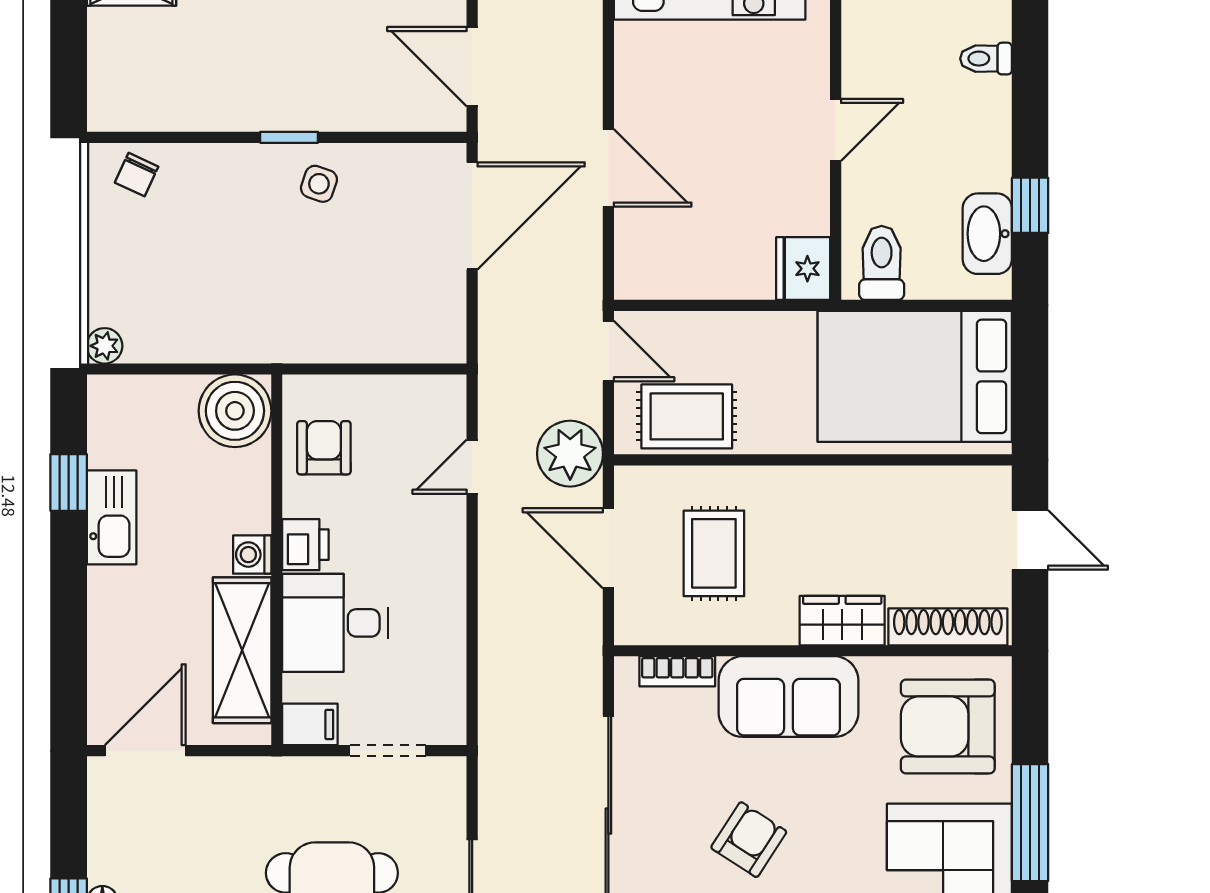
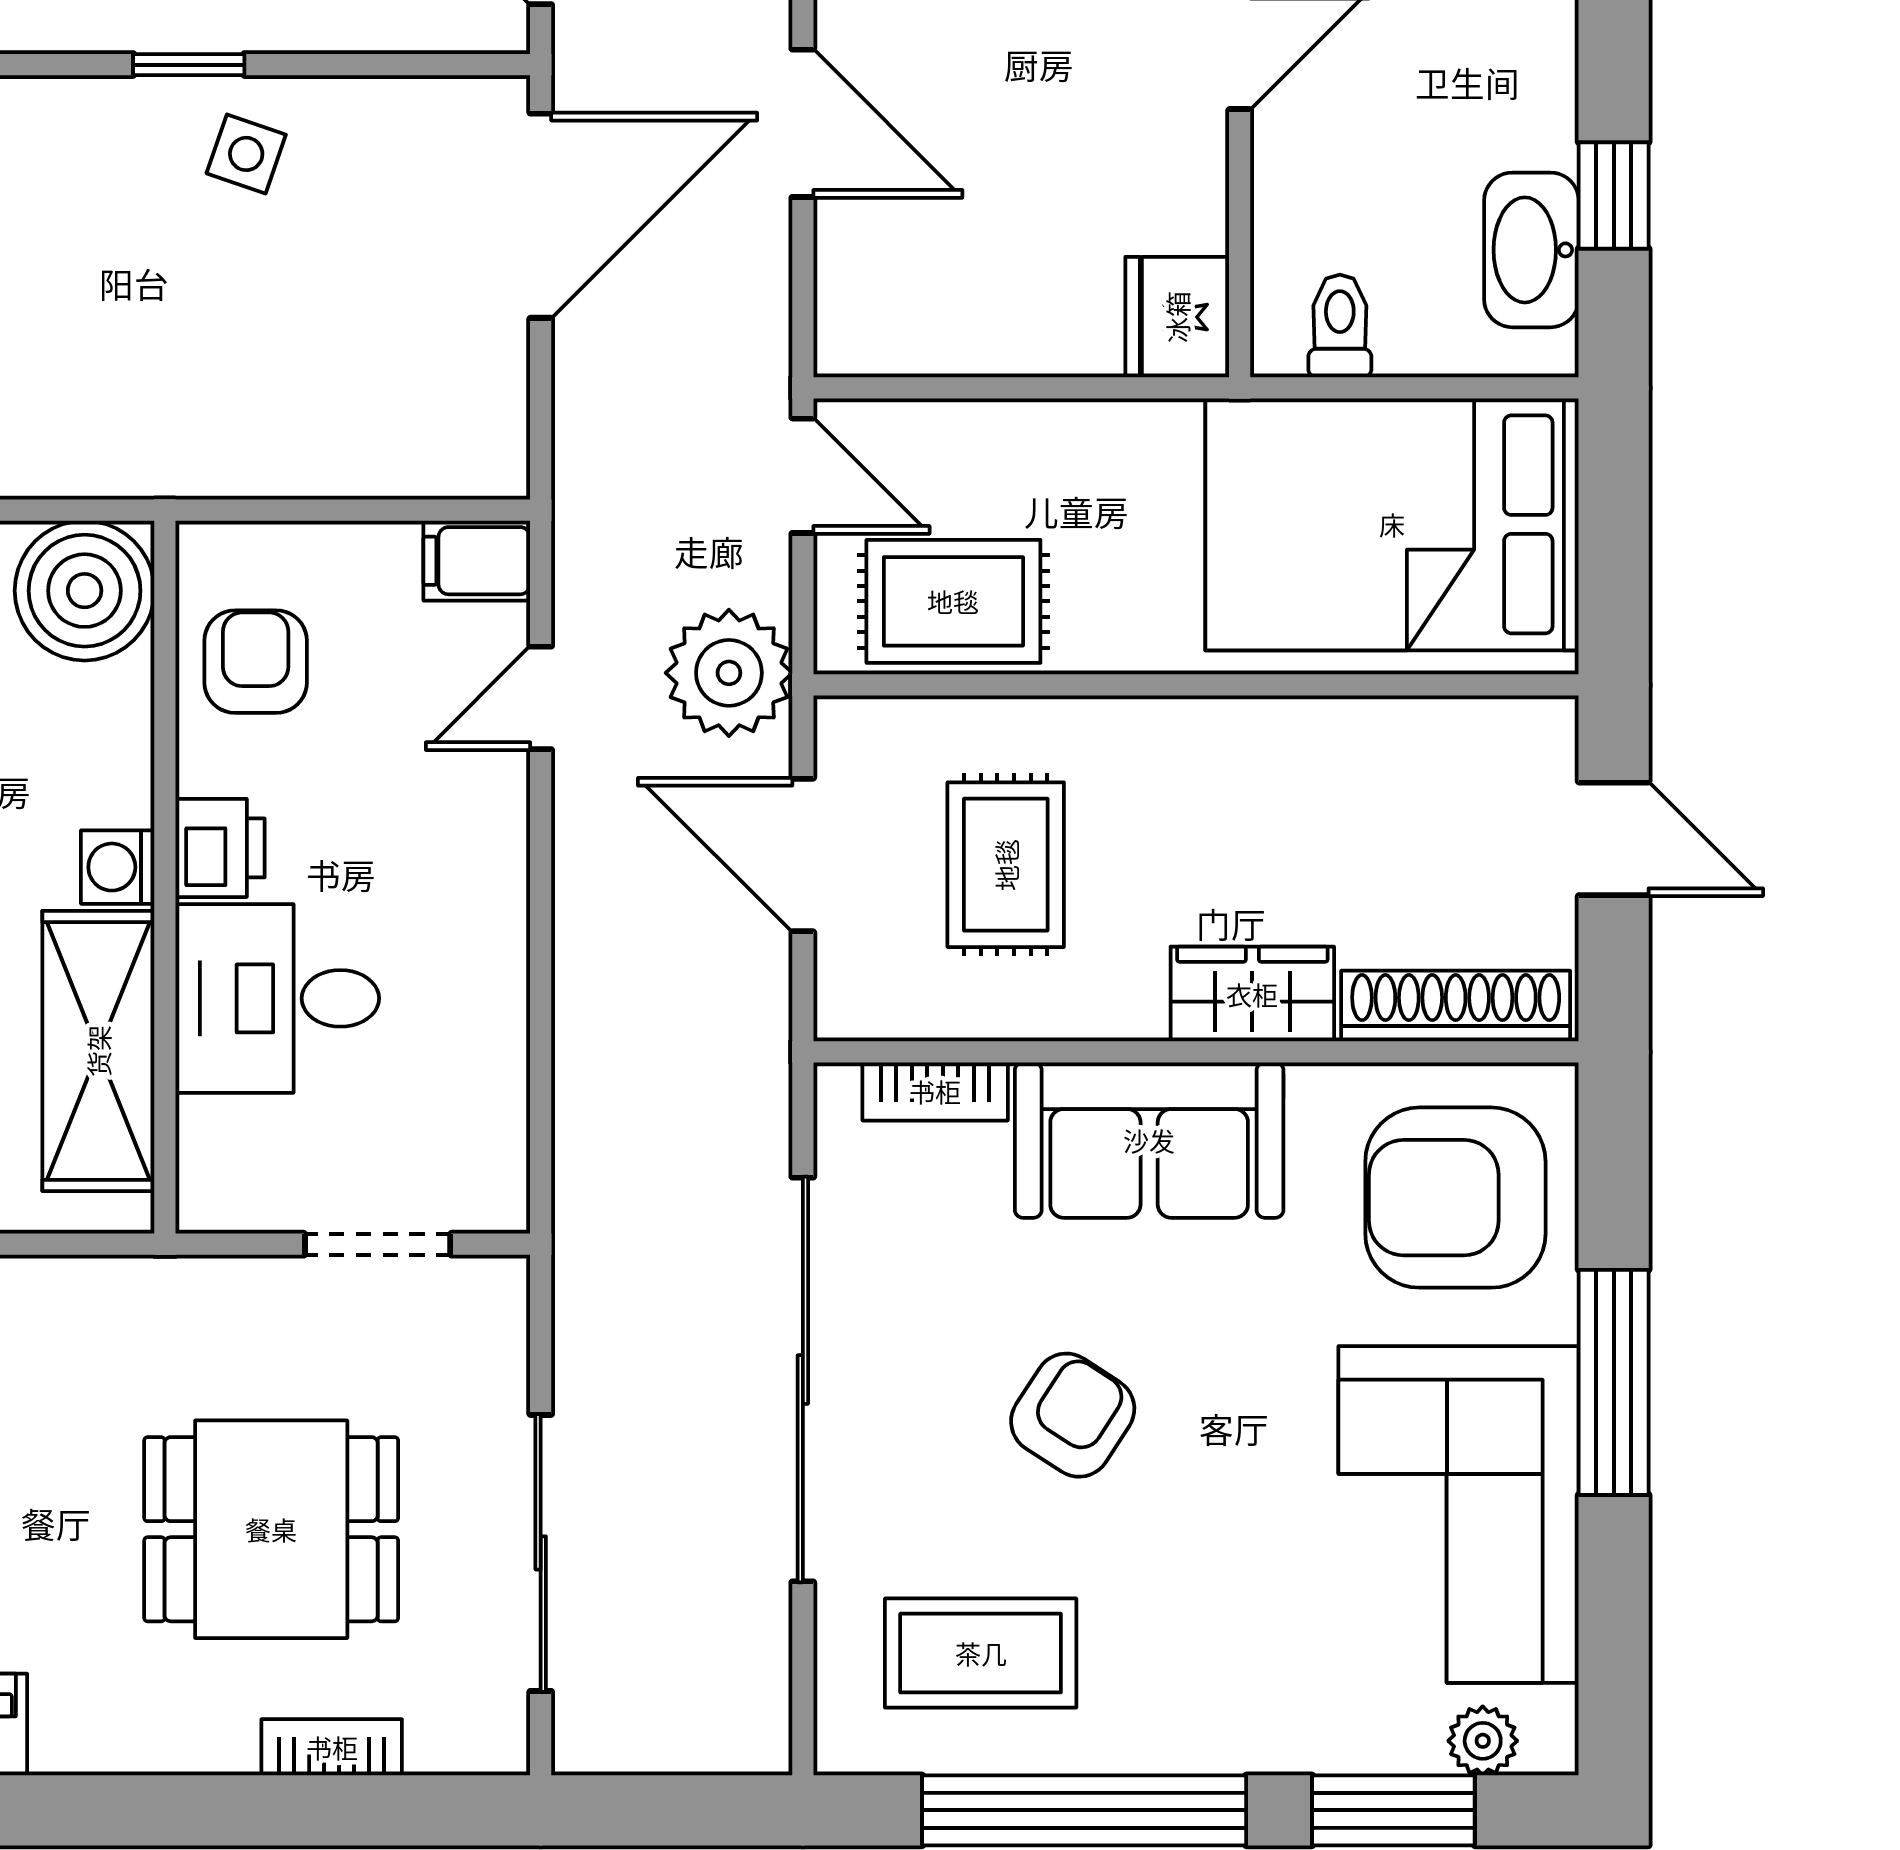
toilet: (882, 263) -> (1340, 326), width x0.73, depth x0.72
filing cabinet: (310, 724) -> (477, 561), moved, turned 180

